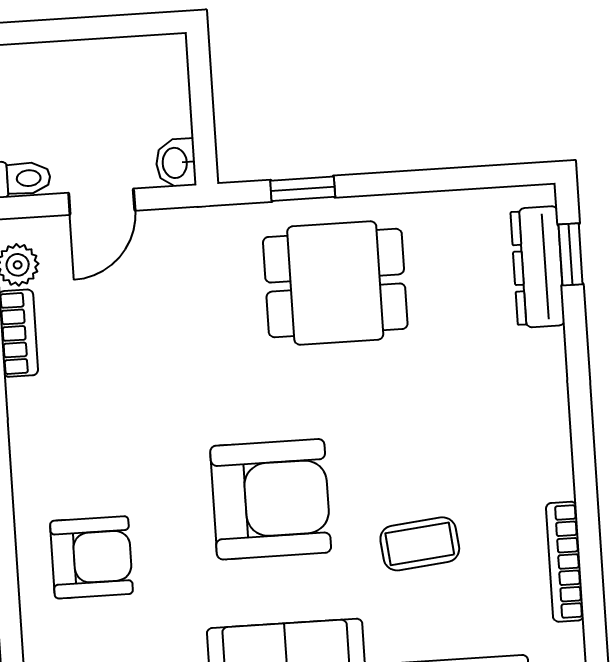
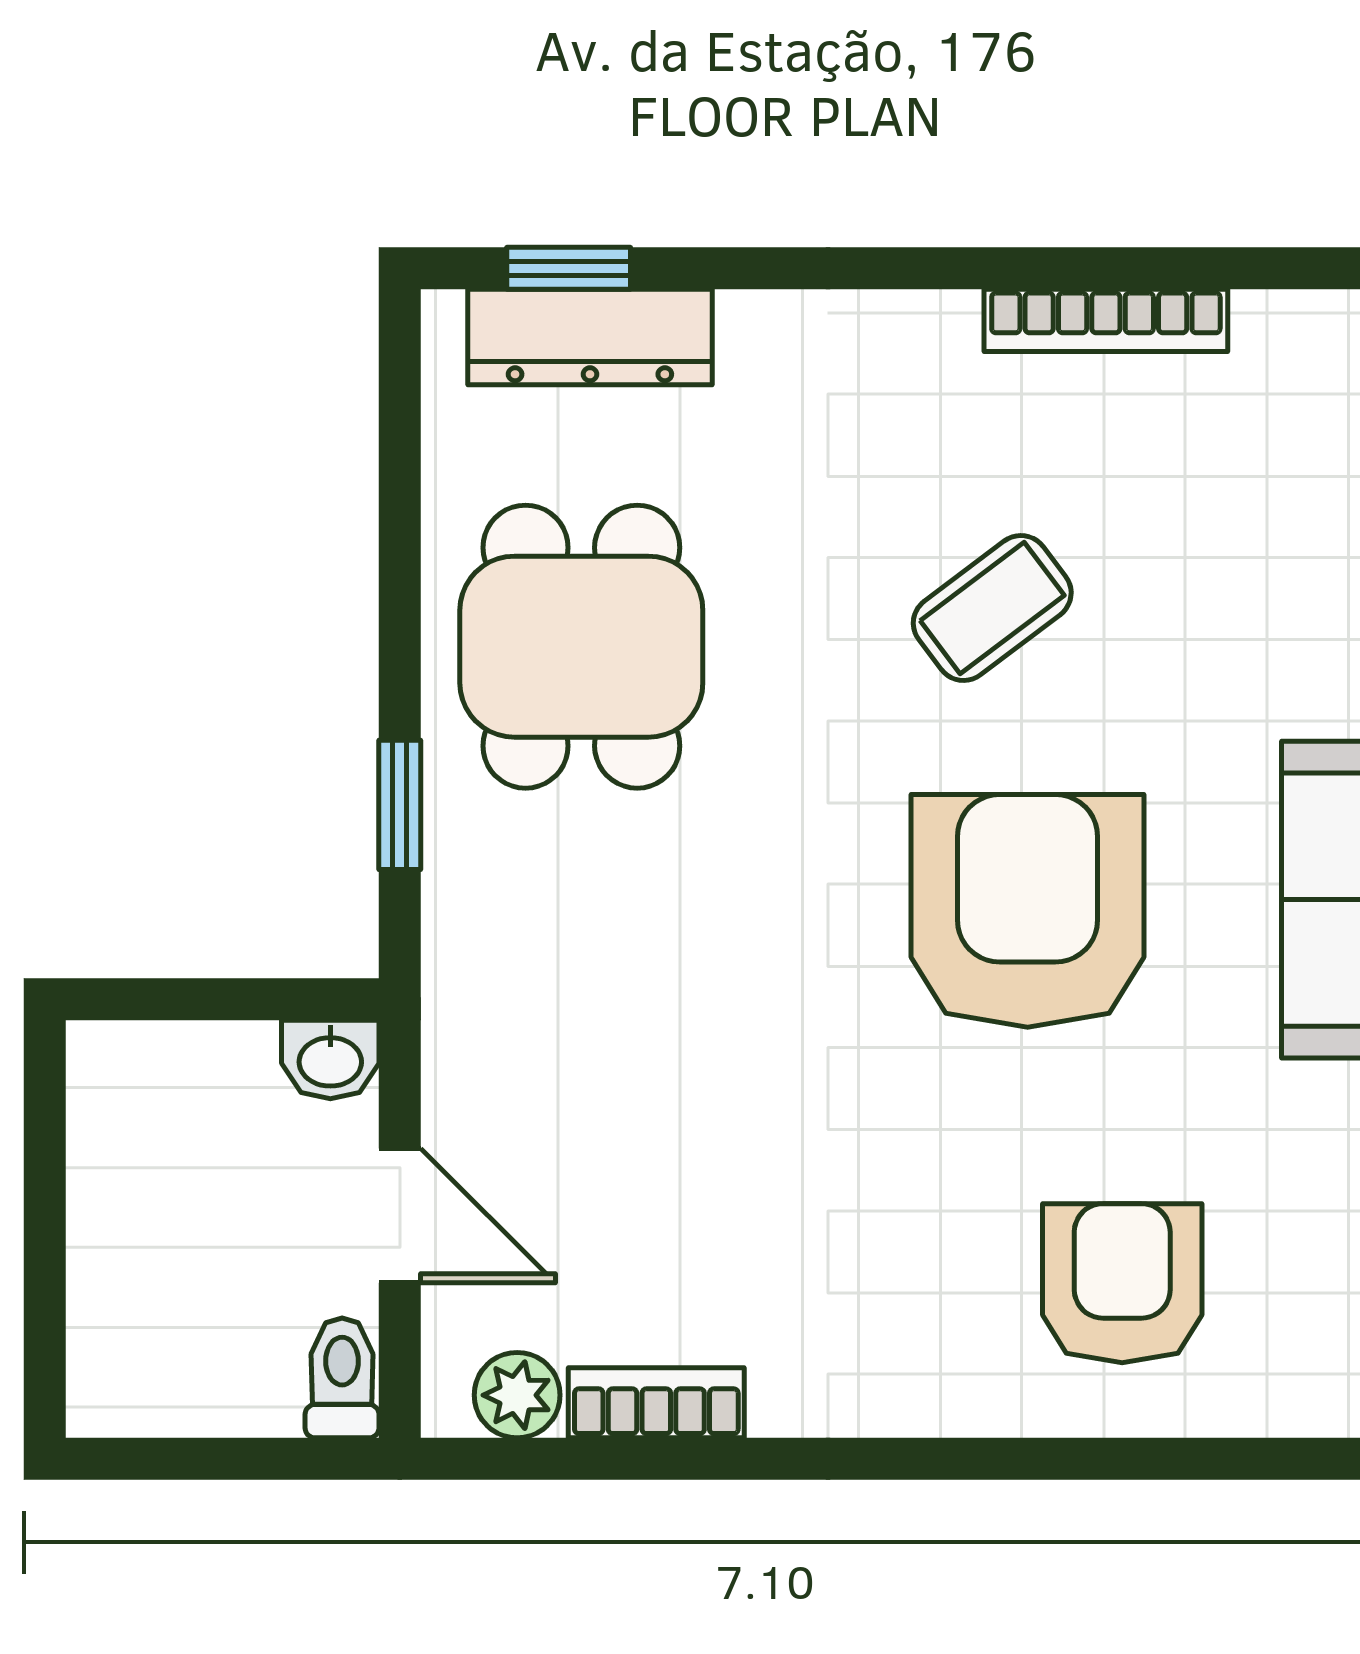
dining table: (335, 283) -> (581, 647), moved
coffee table: (420, 544) -> (992, 608), moved, turned 59
bookcase: (565, 562) -> (1106, 320), moved

